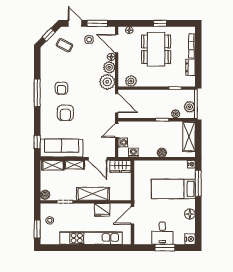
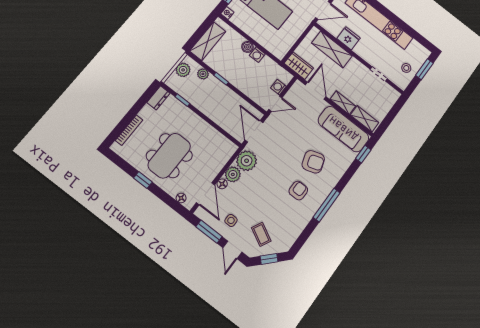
dresser: (190, 67) -> (158, 98), moved
plant: (131, 81) -> (222, 143), removed
armchair: (65, 113) -> (313, 162), turned 72
washing machine: (133, 153) -> (257, 55), moved
shelving: (93, 194) -> (332, 49), moved
boiler: (45, 195) -> (393, 96), removed

